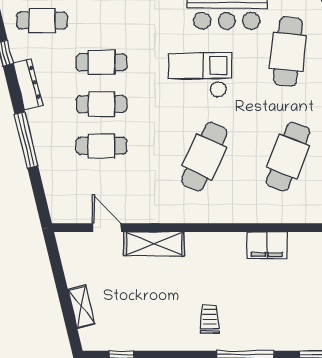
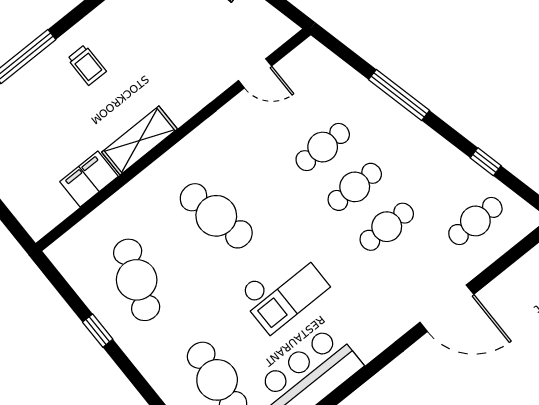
dresser: (28, 84) -> (440, 149), removed
cafe table: (205, 157) -> (216, 216), turned -36
shelving: (154, 244) -> (140, 141), moved

